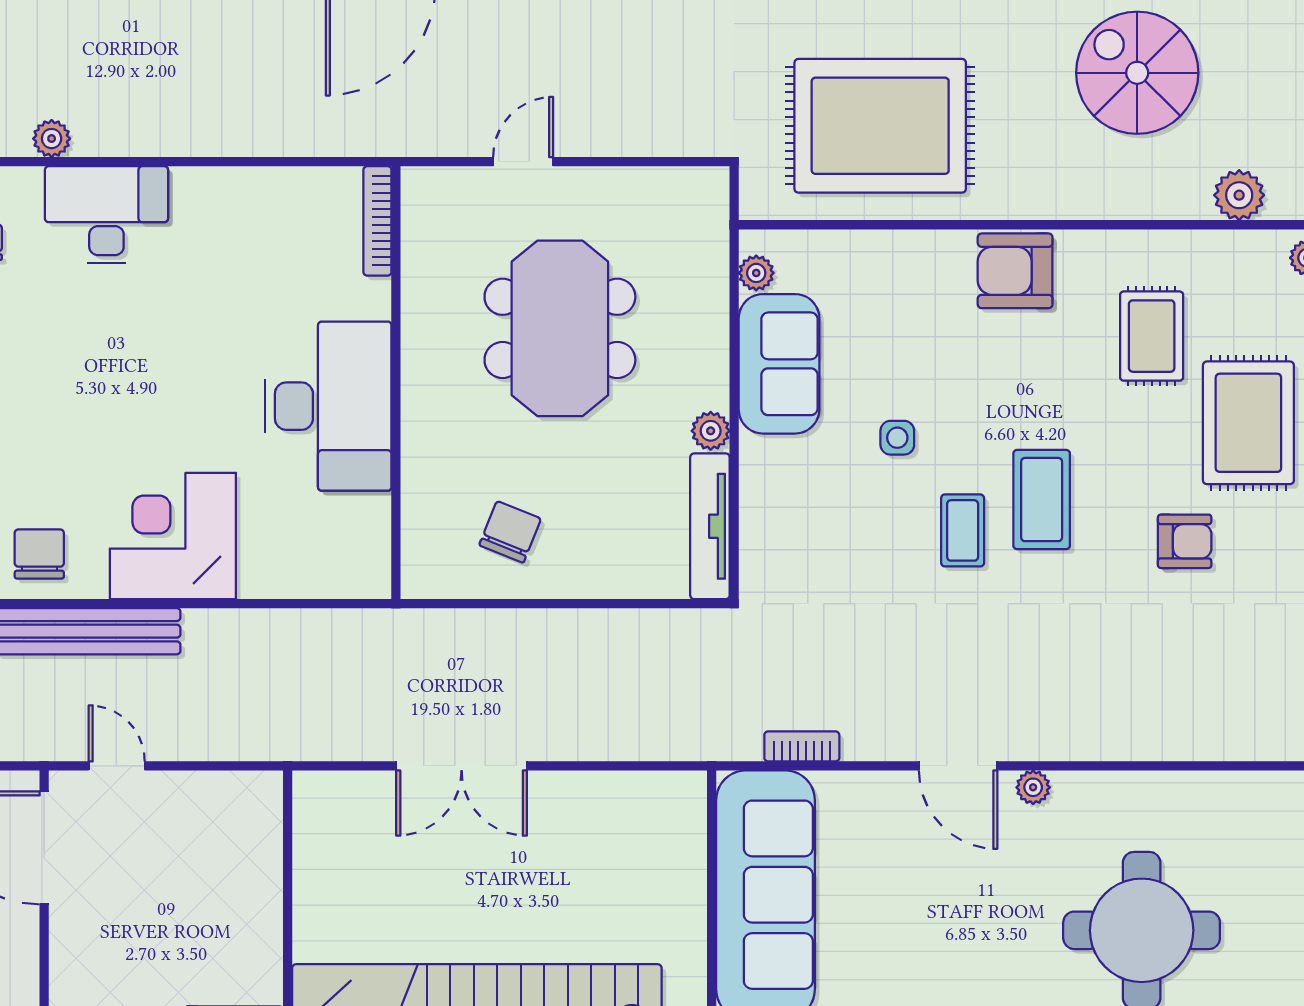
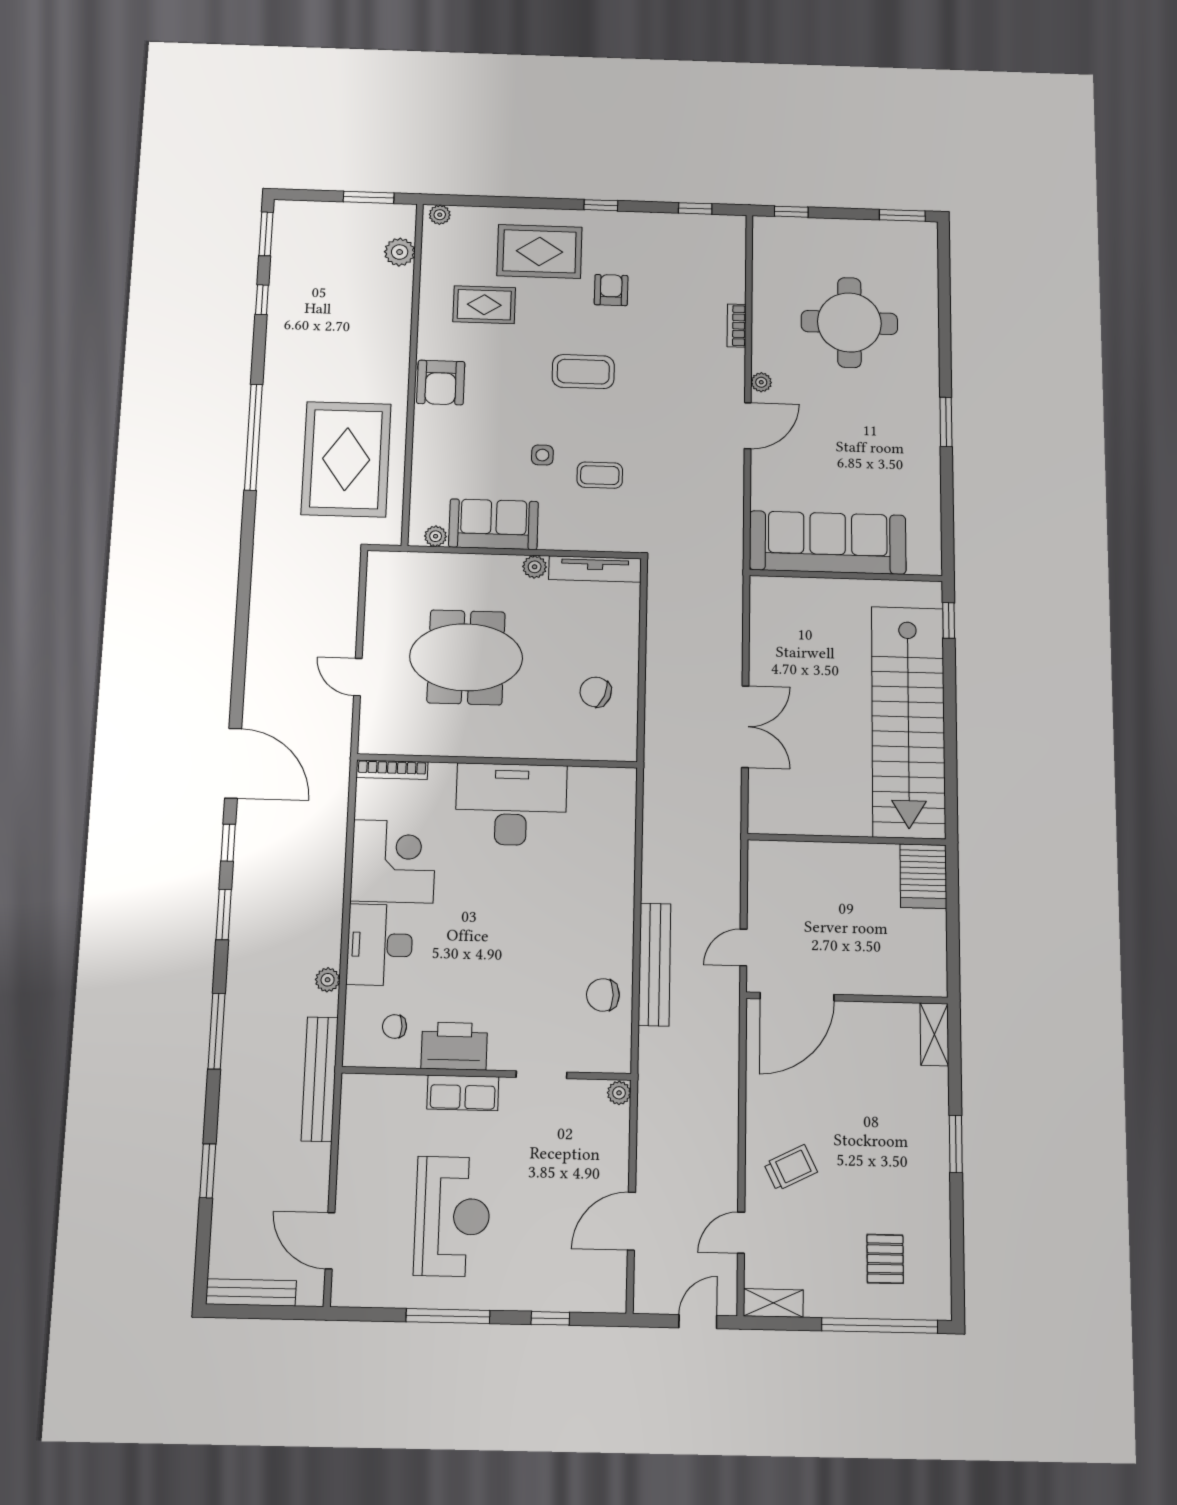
spiral stairs: (1137, 73) -> (321, 308), removed
coffee table: (963, 530) -> (600, 475), moved
corner desk: (173, 536) -> (393, 861), moved, turned 180
bookcase: (802, 746) -> (737, 326), moved

